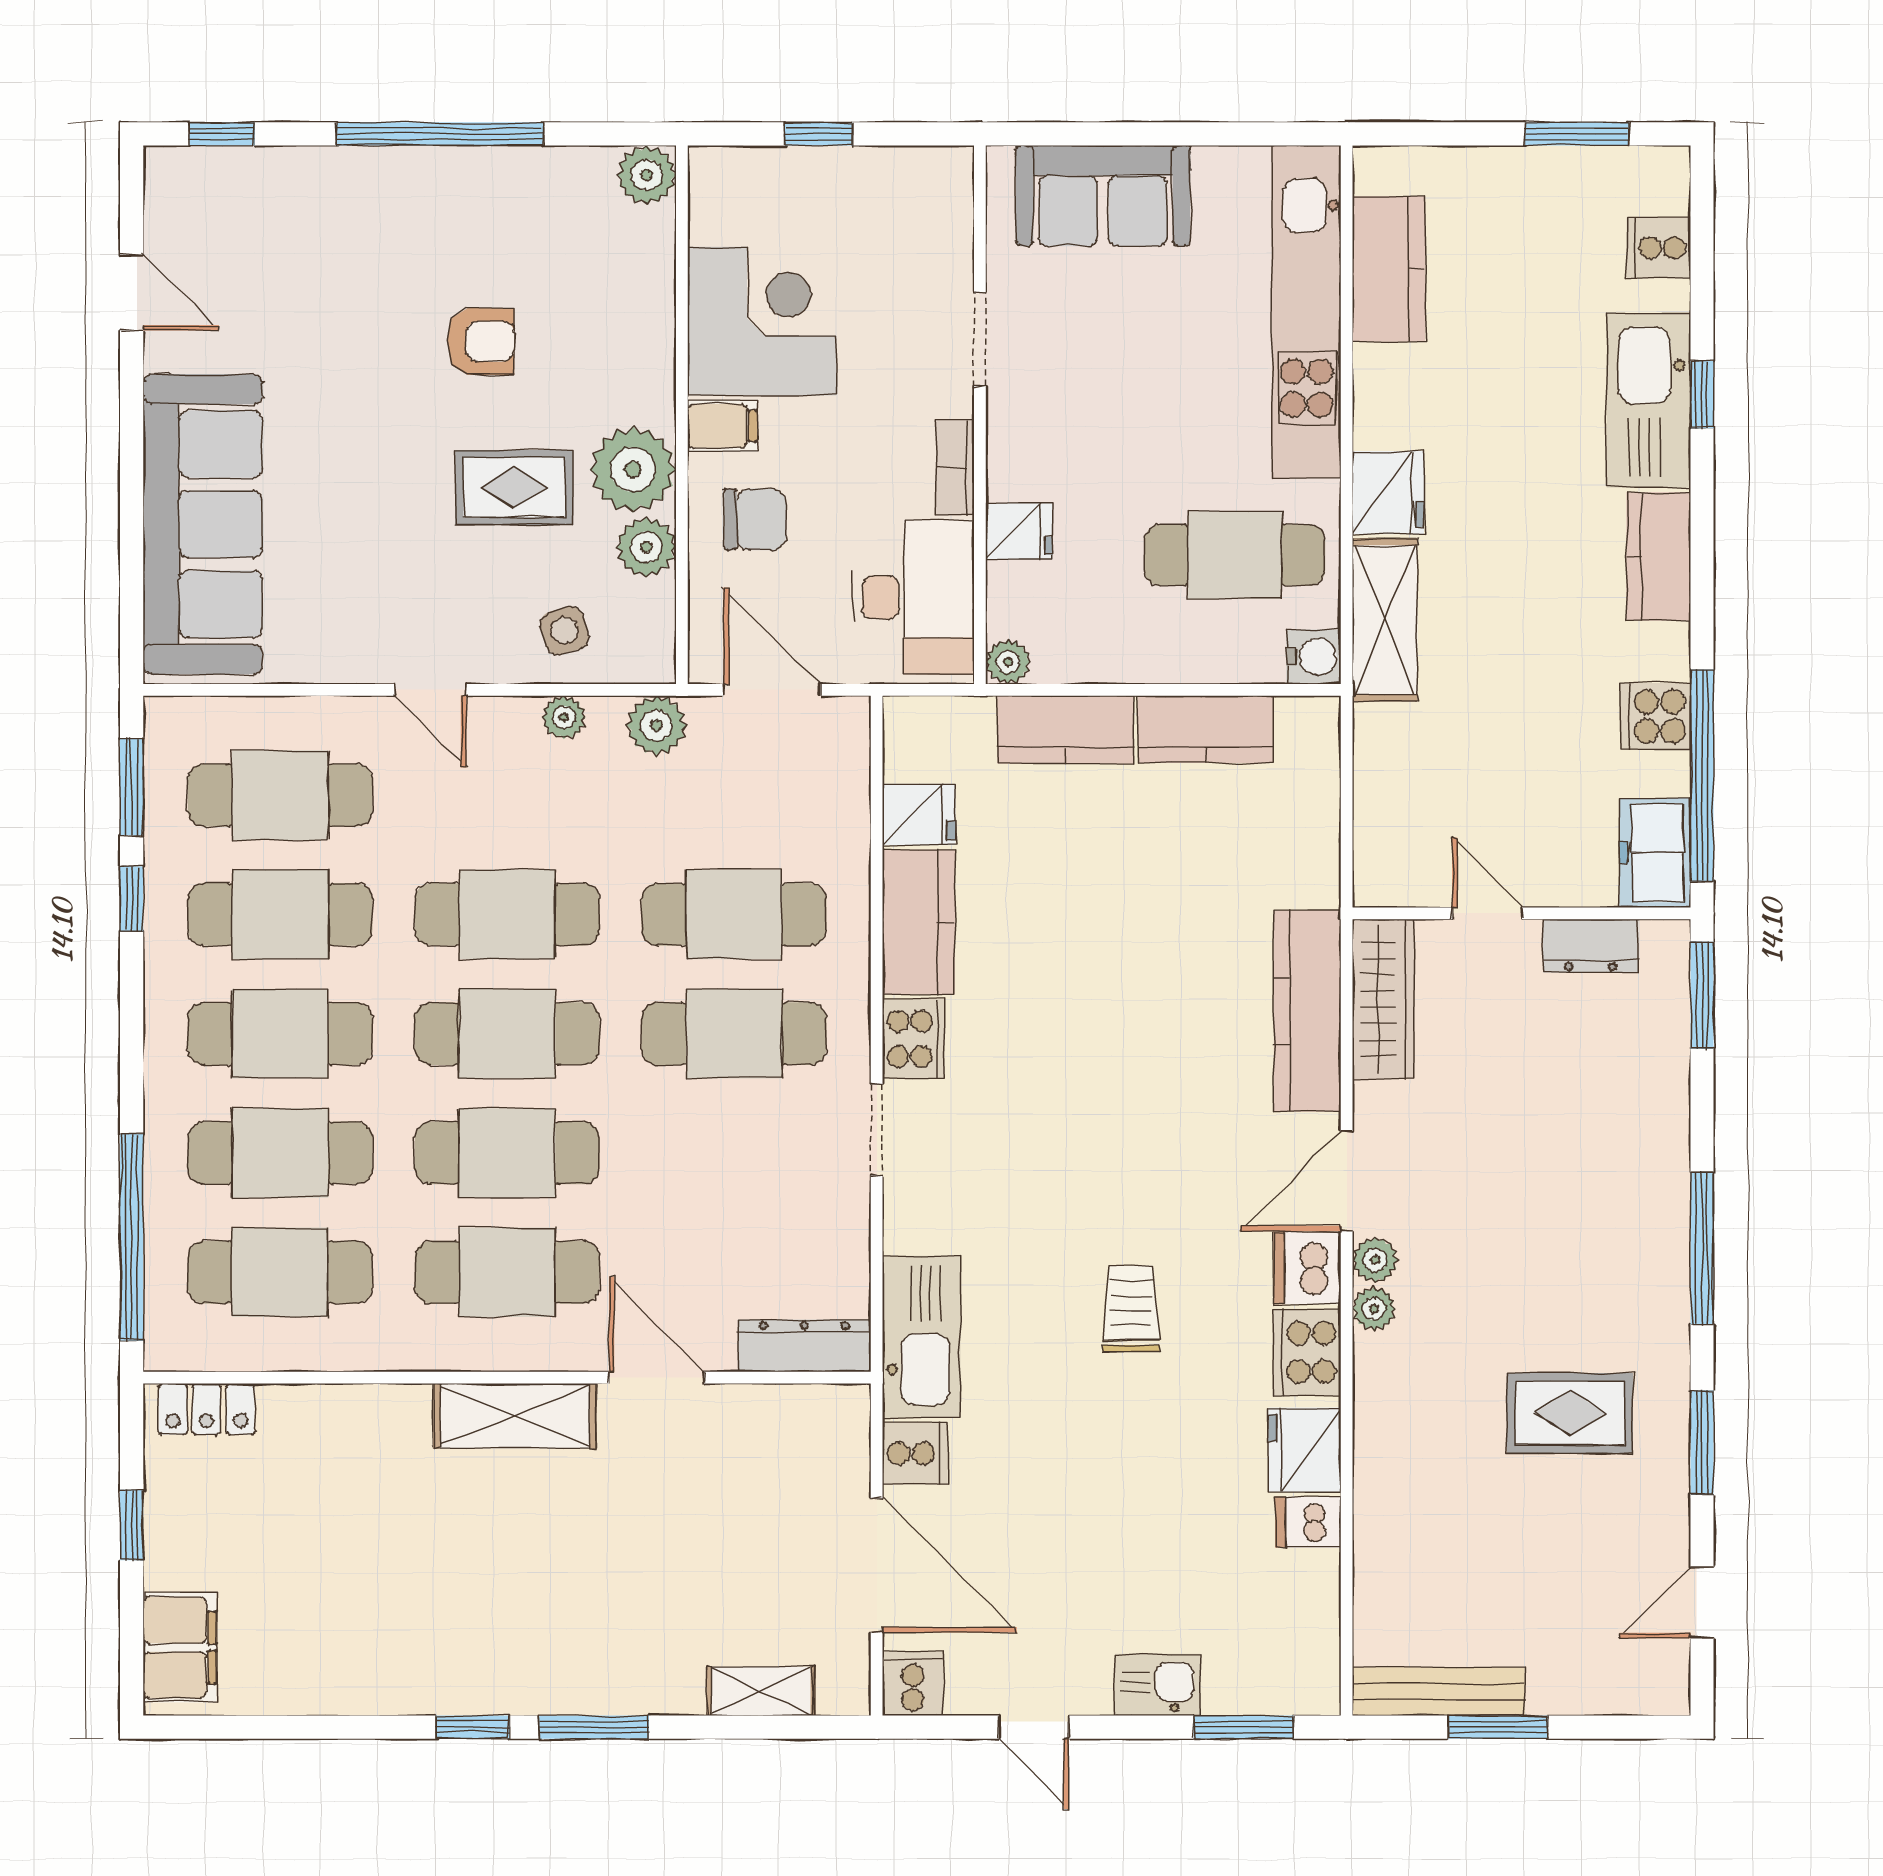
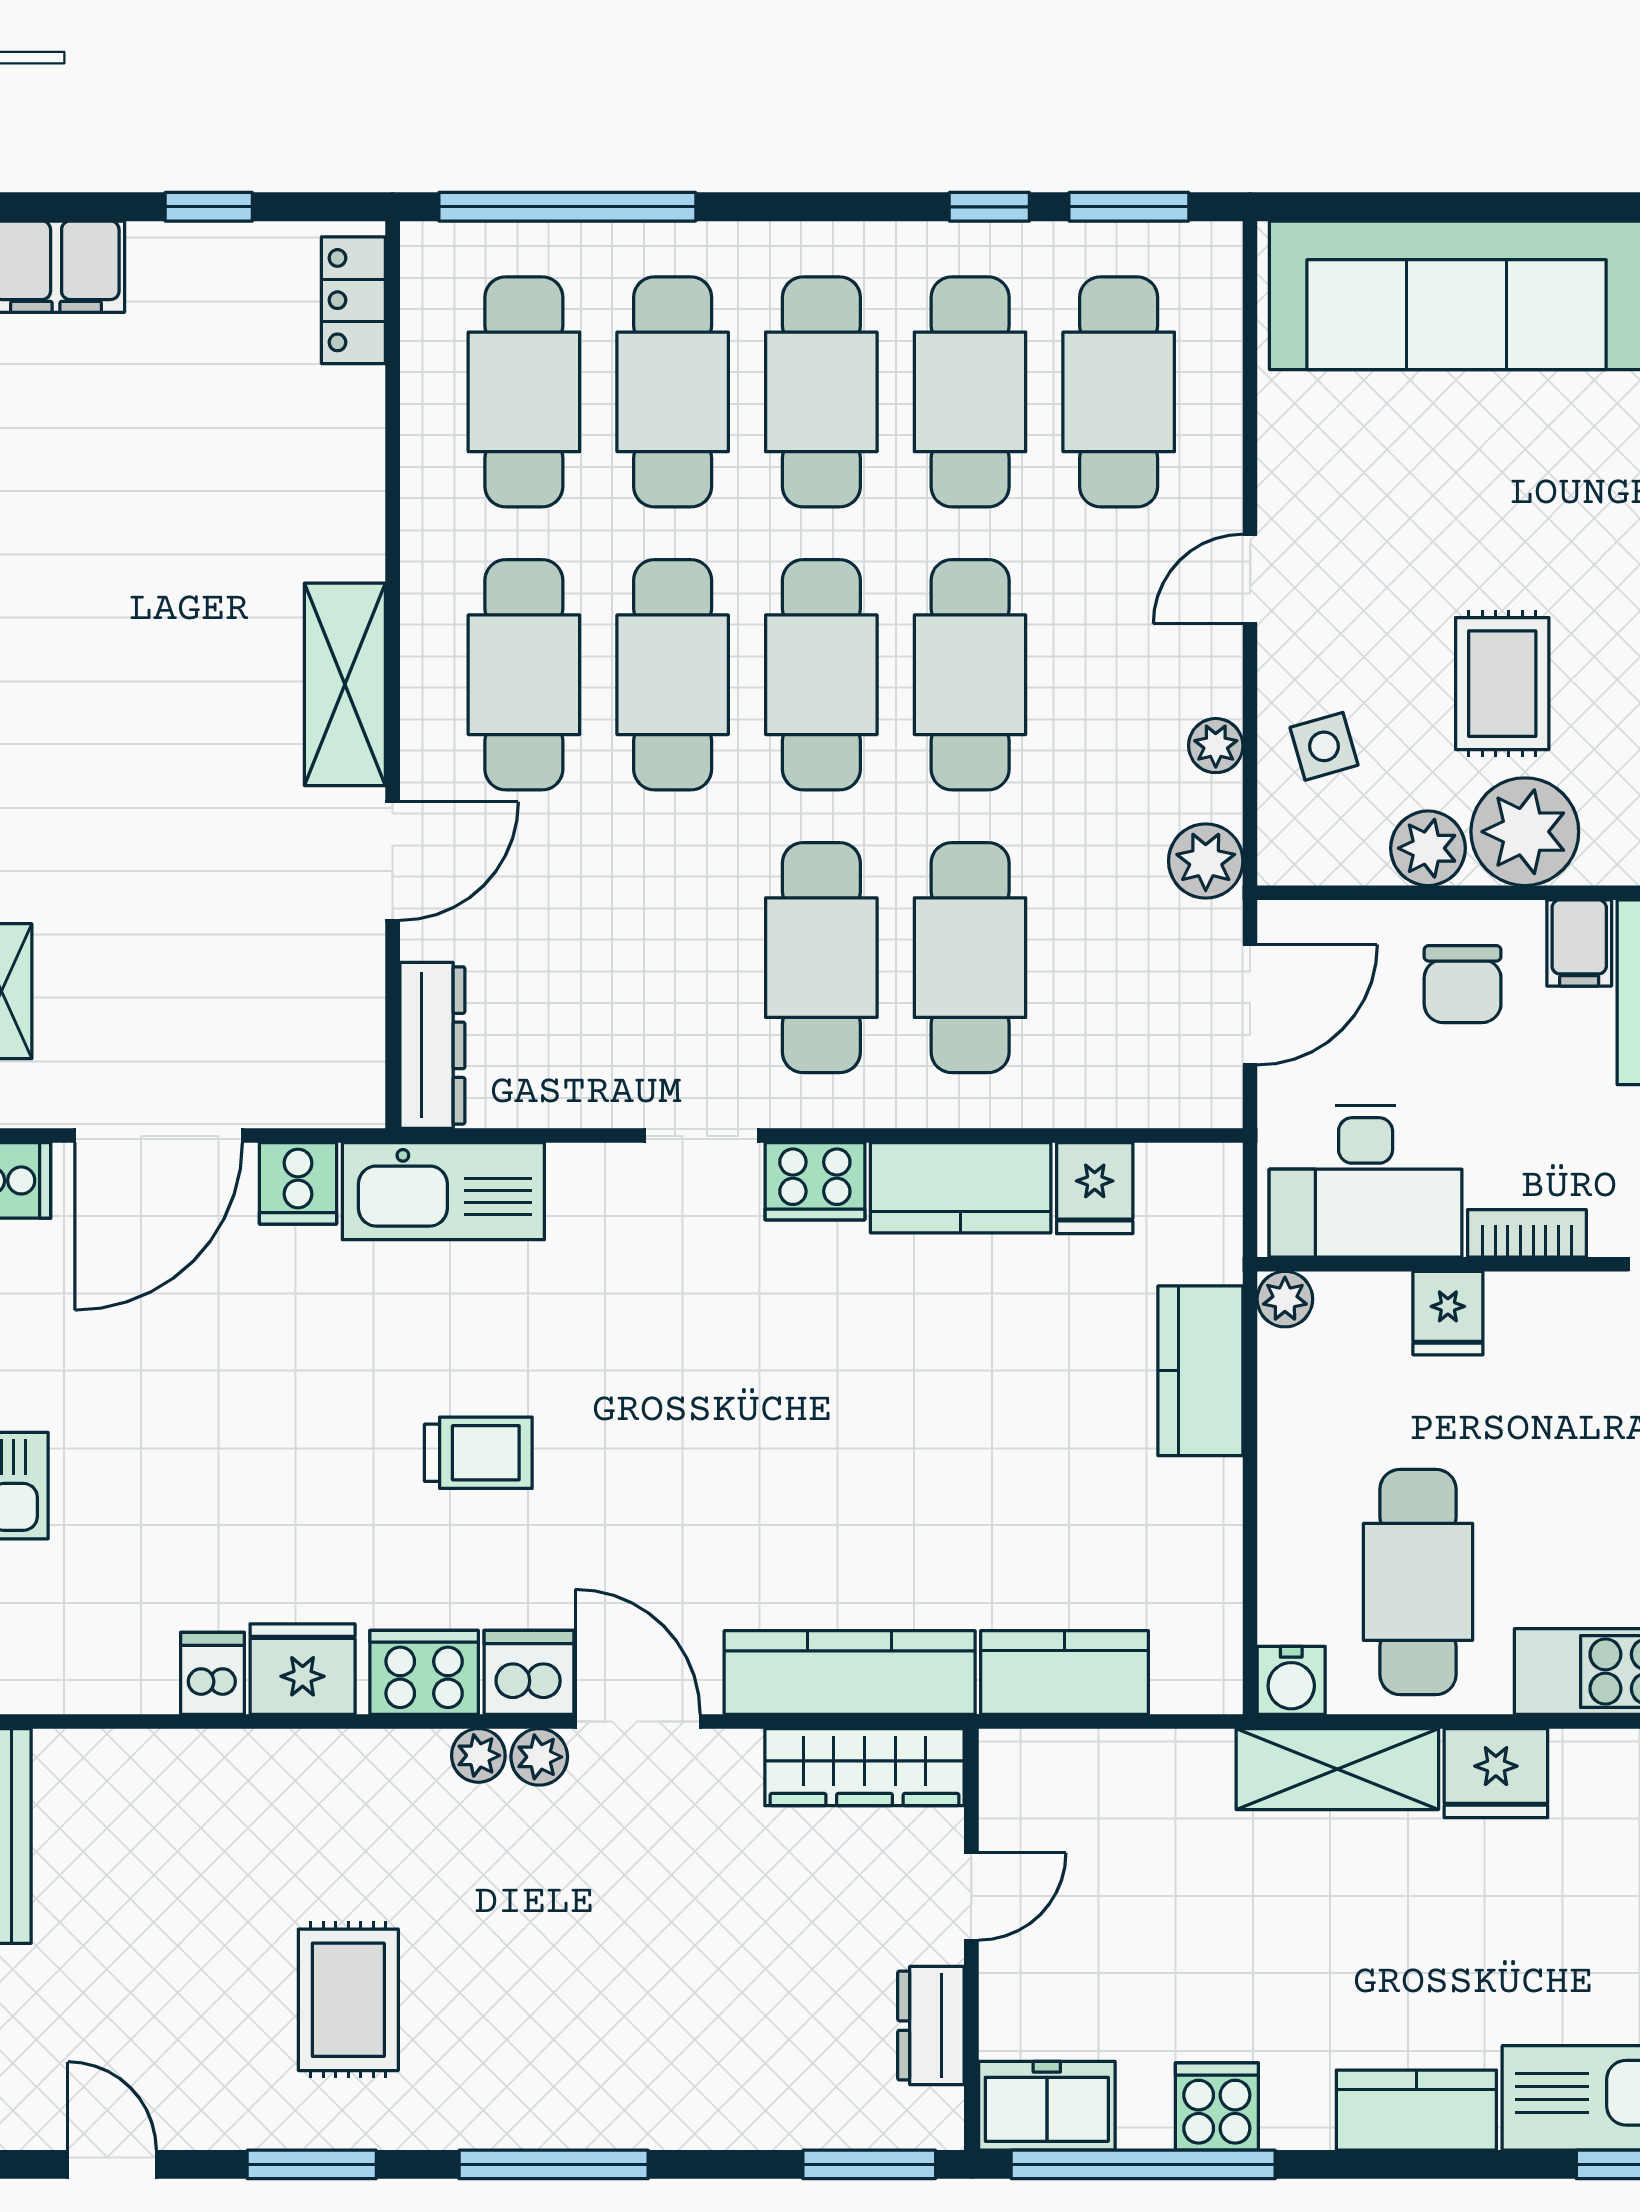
kitchen counter: (1205, 729) -> (1065, 1672), moved, turned 90

